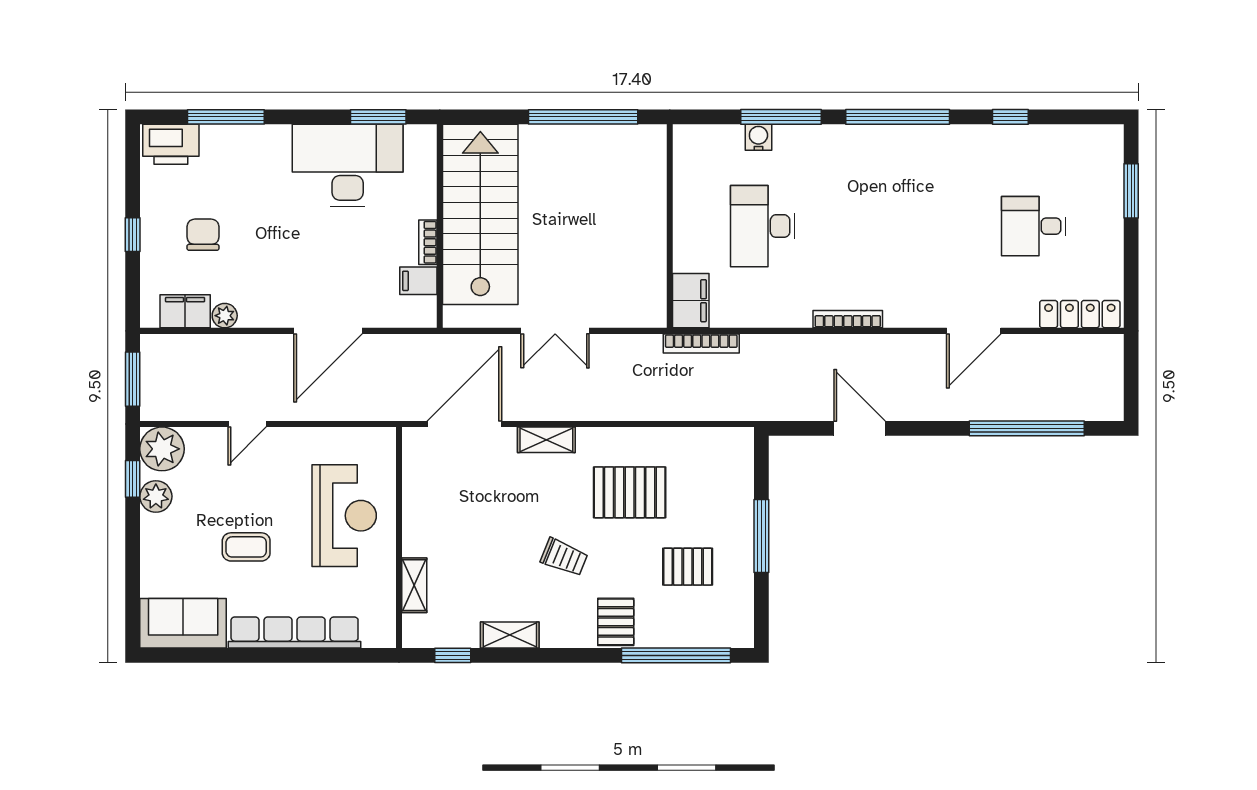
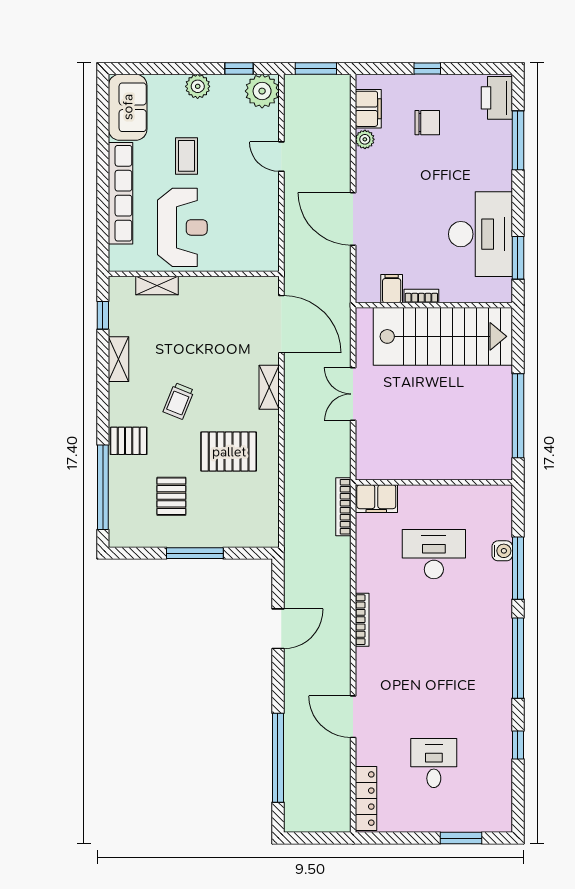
pallet: (630, 492) -> (229, 452), turned 90
plant: (156, 496) -> (198, 86), moved
reception desk: (344, 516) -> (182, 227), moved, turned -90

